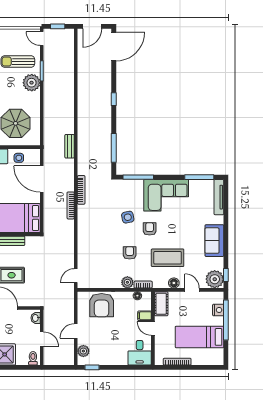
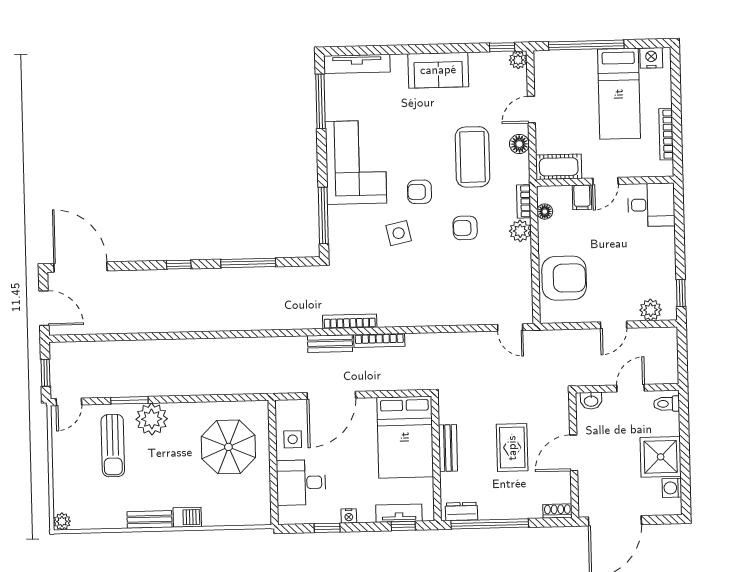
bench: (70, 146) -> (330, 344), moved
window: (114, 148) -> (248, 263), moved
plant: (215, 279) -> (518, 60), width x0.53, depth x0.53
nightstand: (218, 310) -> (651, 58), moved
door: (76, 331) -> (614, 325), hinge flipped

